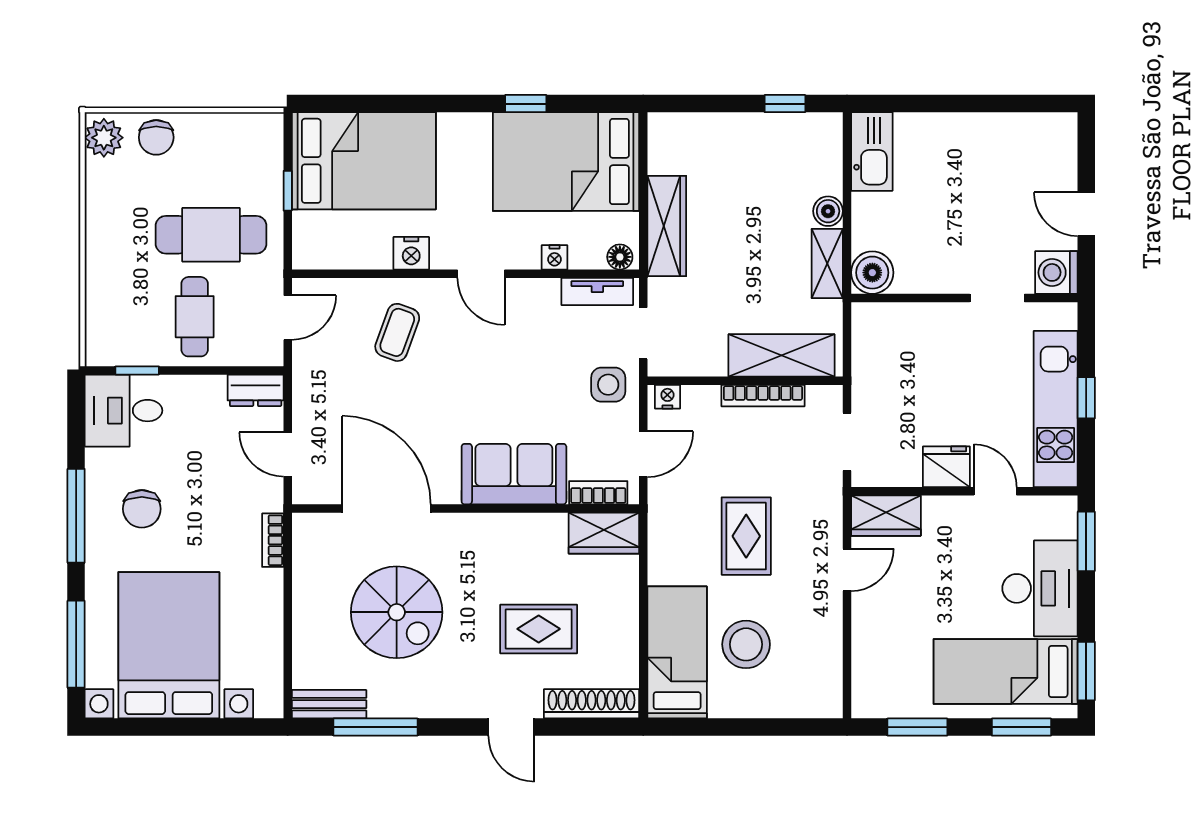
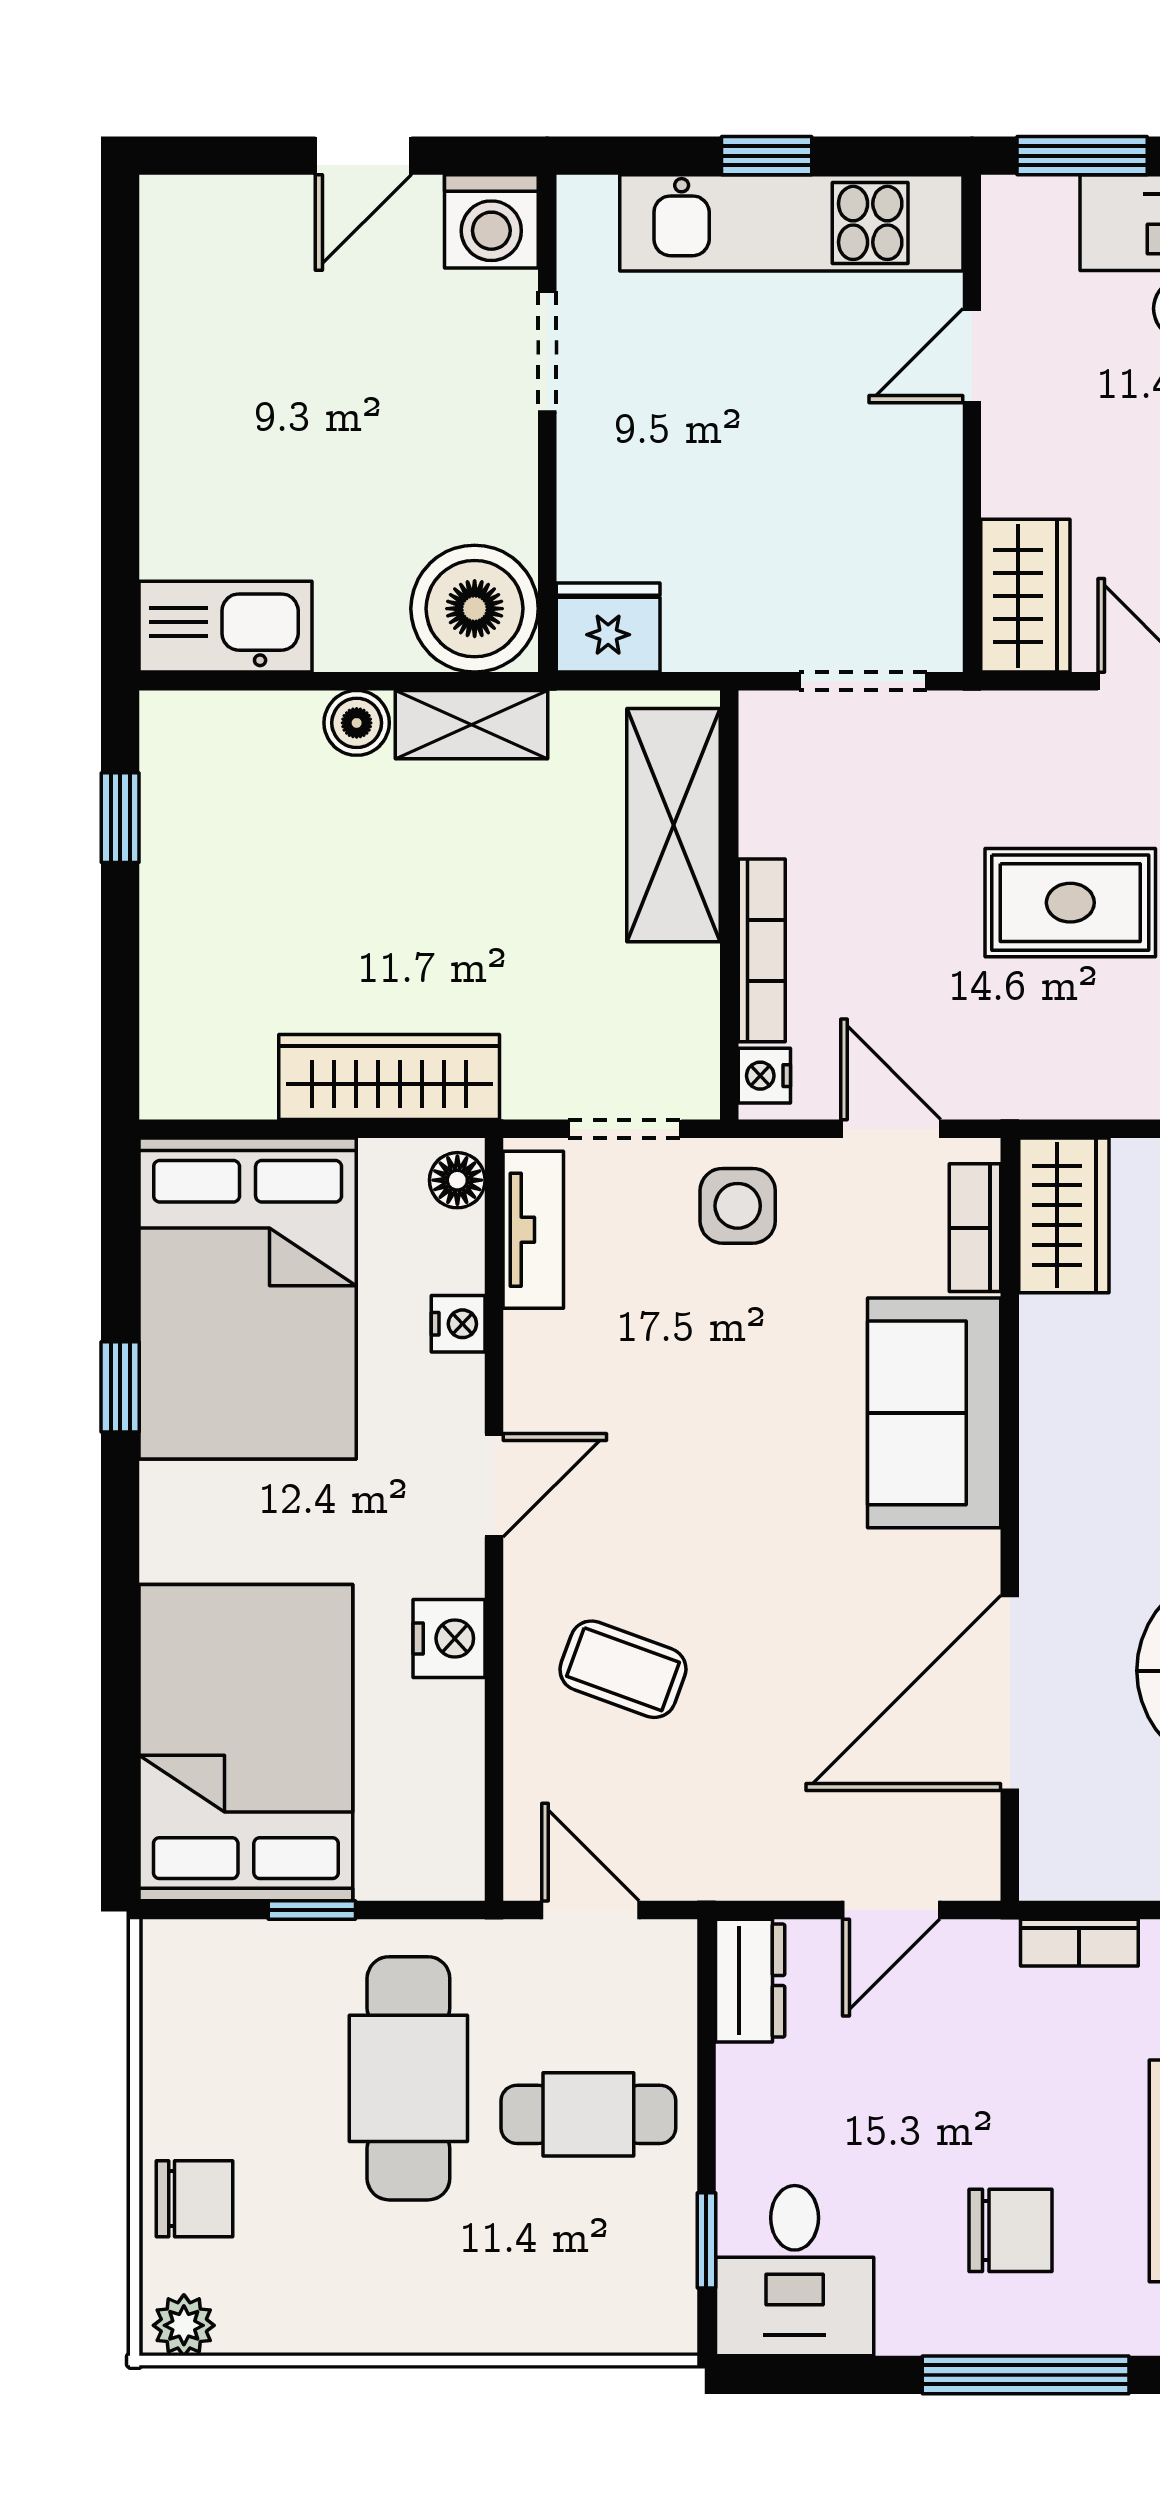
plant: (104, 138) -> (184, 2325), width x0.73, depth x0.73
boiler: (872, 273) -> (475, 609), width x1.37, depth x1.37
bookcase: (763, 396) -> (762, 950), moved
fridge: (946, 467) -> (608, 627), moved, turned 90

